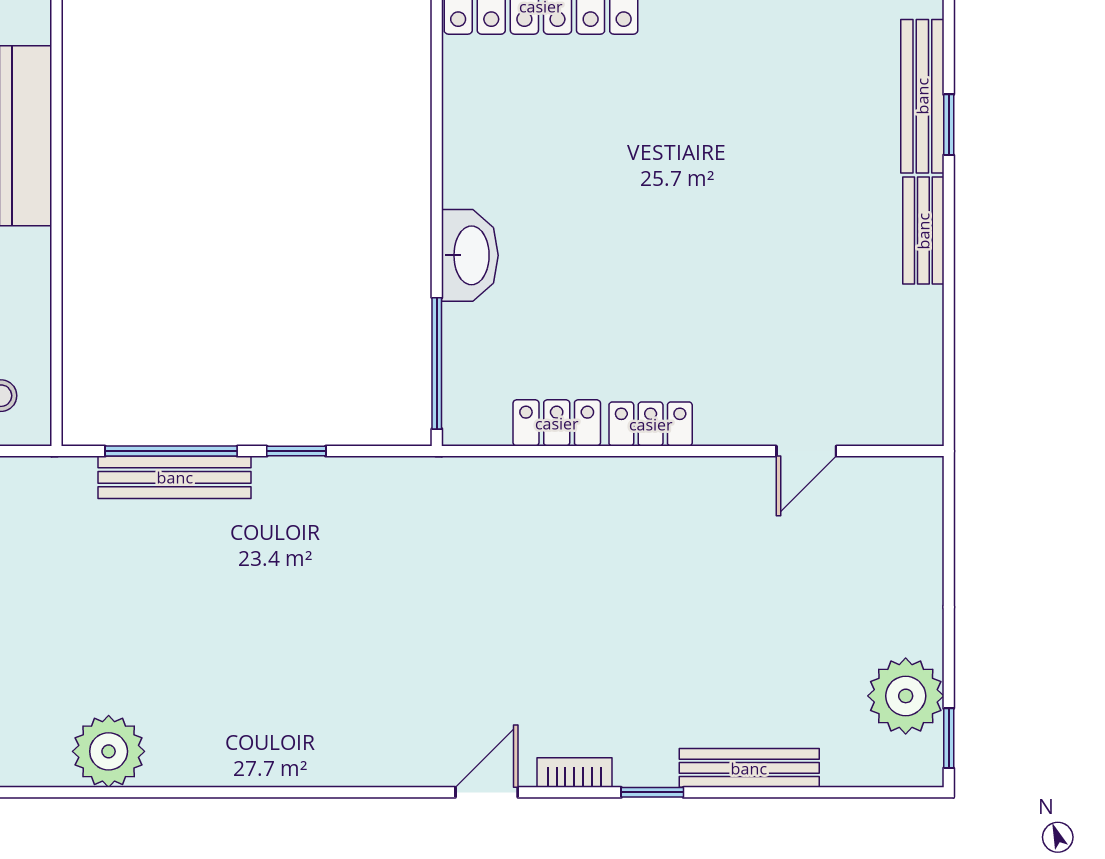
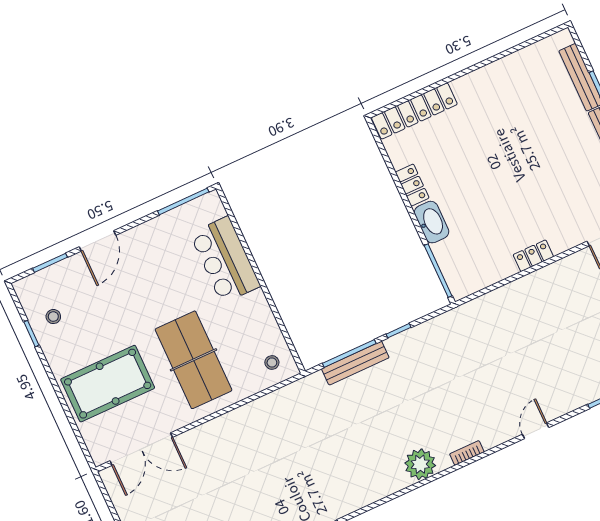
locker: (557, 423) -> (412, 185), moved, turned 90
plant: (109, 751) -> (420, 464), moved
bookcase: (574, 772) -> (467, 453), moved

